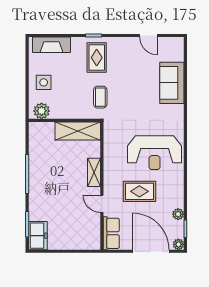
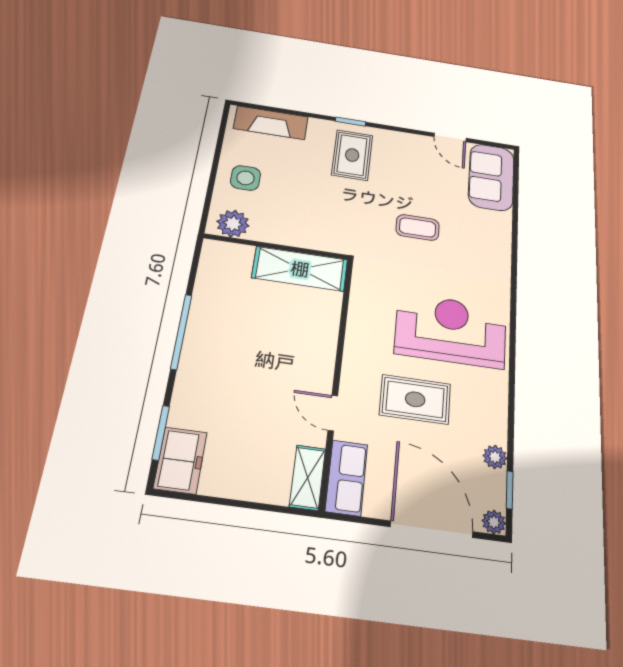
sofa: (172, 83) -> (491, 177), moved
coffee table: (100, 97) -> (418, 227), moved, turned 90
reception desk: (155, 153) -> (451, 330), turned 180
shelving: (94, 172) -> (308, 478), moved

